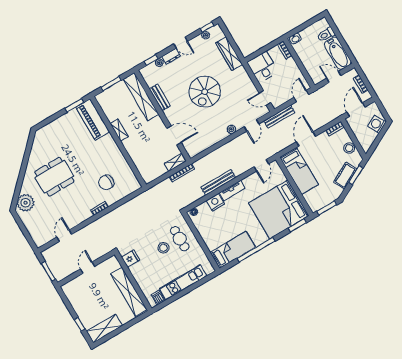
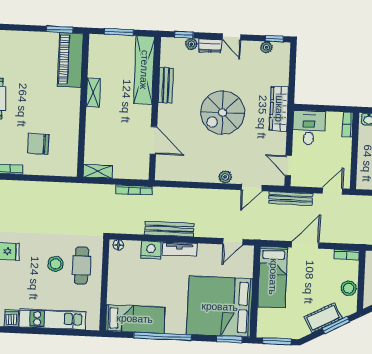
wardrobe: (229, 54) -> (279, 109), moved
shelving: (175, 162) -> (98, 171), moved

